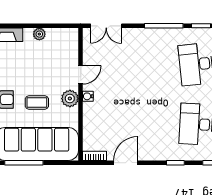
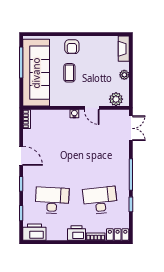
double door: (106, 26) -> (131, 128), swing flipped
plant: (70, 99) -> (116, 99), moved
door: (126, 163) -> (21, 156), moved

